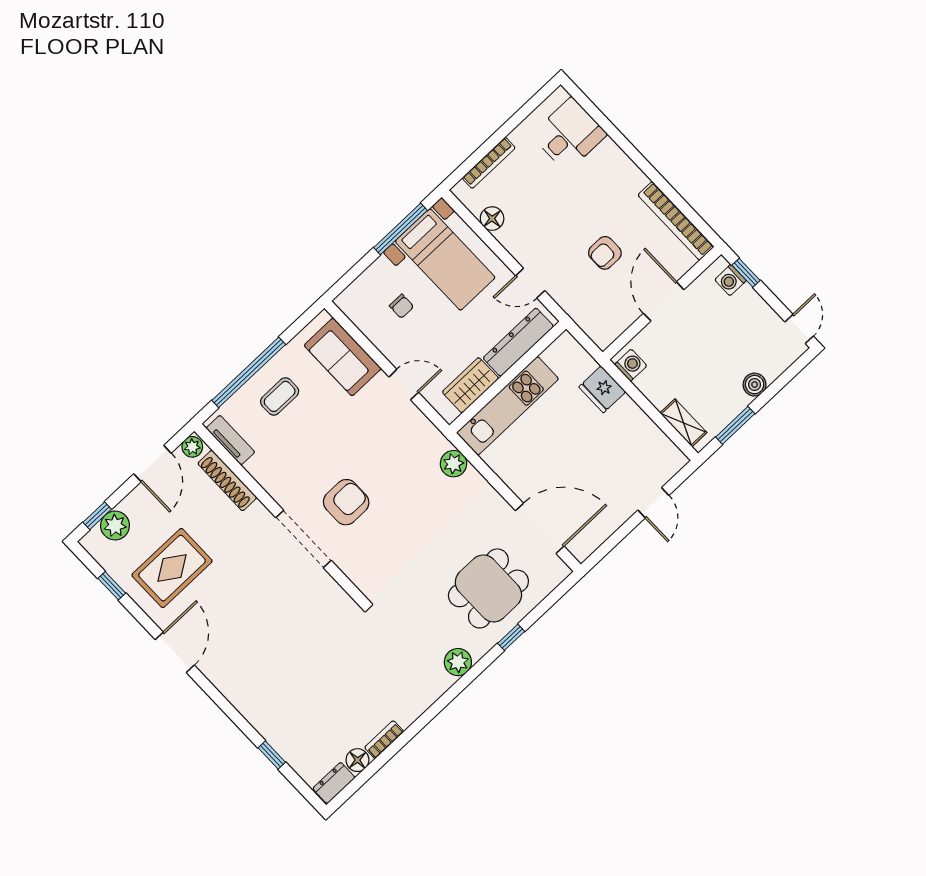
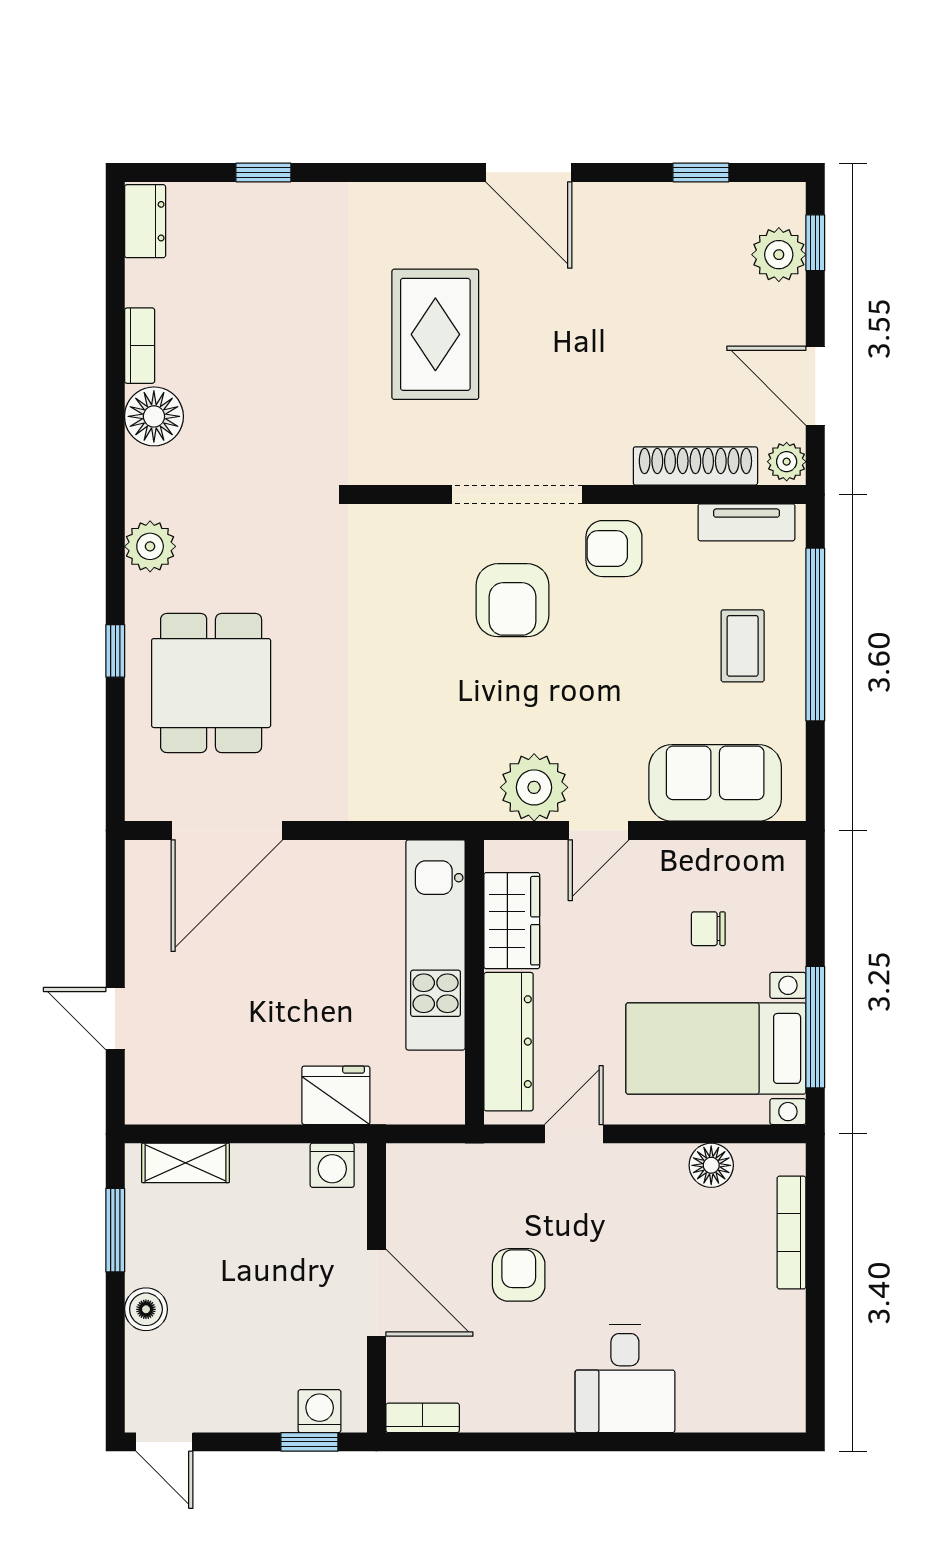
desk: (569, 135) -> (625, 1379), moved
bookcase: (676, 221) -> (423, 1418), width x0.43, depth x0.76
plant: (454, 464) -> (534, 787), moved, width x1.36, depth x1.36
armchair: (289, 482) -> (614, 549), added
rug: (172, 568) -> (435, 334), moved
floor lamp: (357, 760) -> (154, 416), moved, width x1.38, depth x1.38

